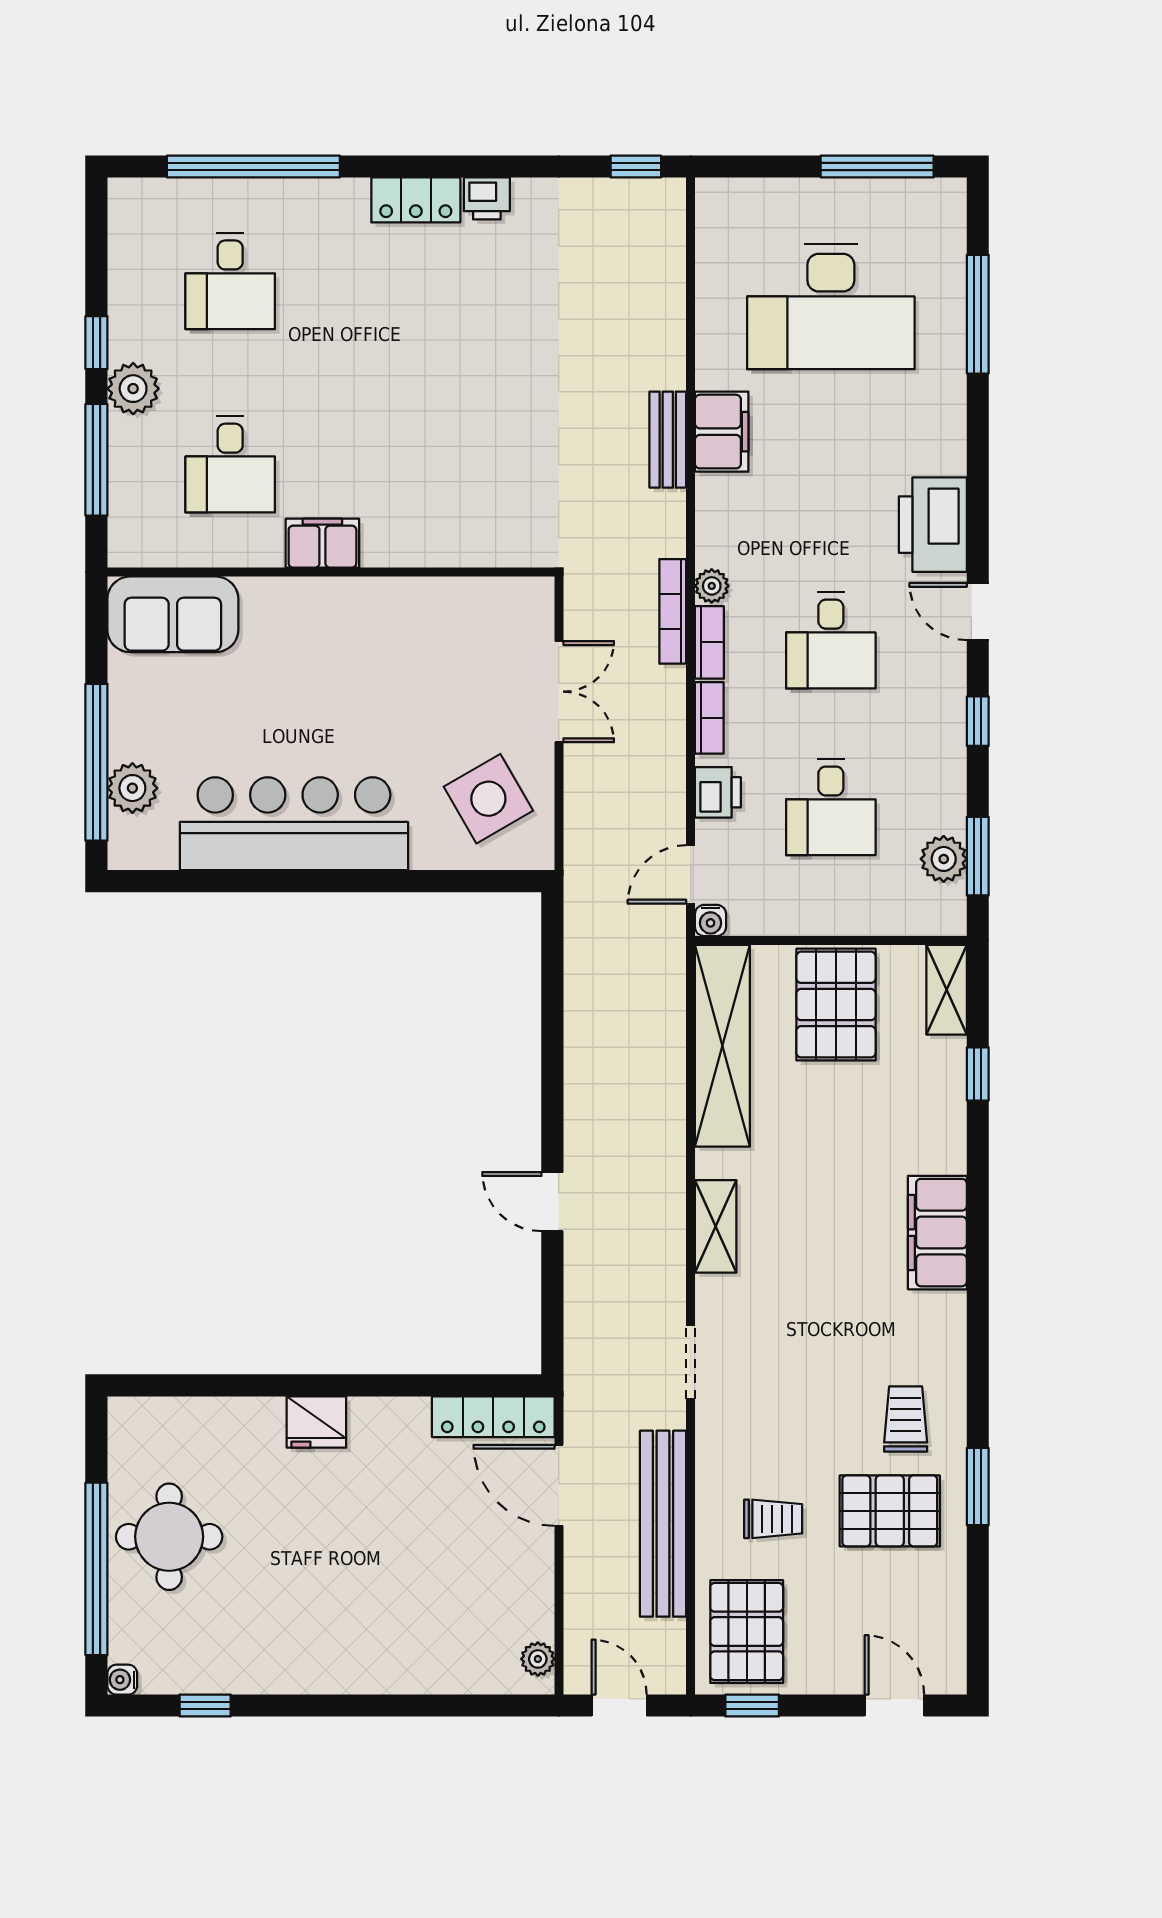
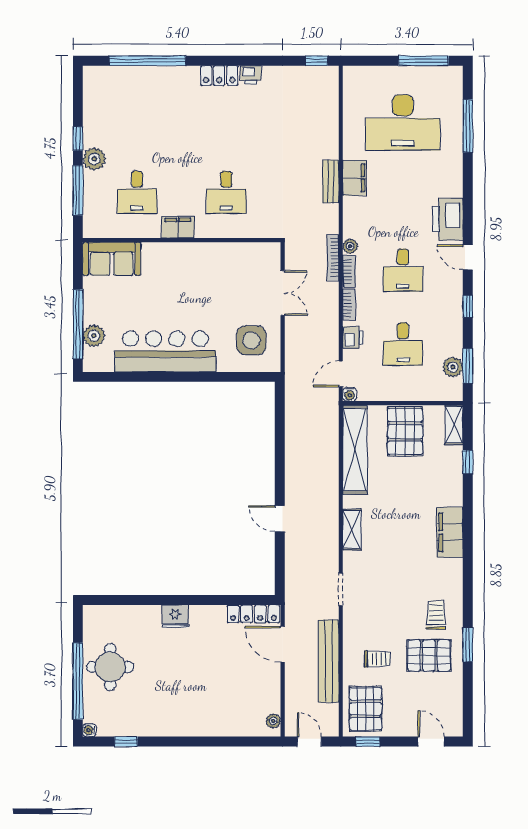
desk: (230, 281) -> (226, 192), moved
side table: (488, 799) -> (251, 340), turned 30

